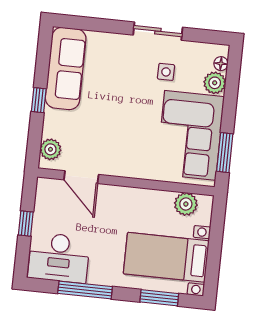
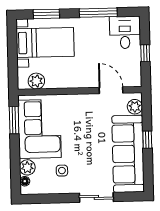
sliding door: (158, 31) -> (96, 197), moved
sofa: (66, 68) -> (128, 154), width x1.36, depth x1.27
desk: (59, 258) -> (125, 32), width x0.73

